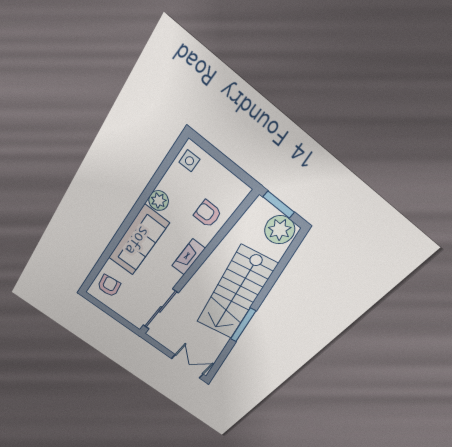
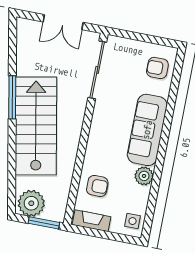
fireplace: (188, 257) -> (92, 221), moved, turned -90
armchair: (109, 286) -> (157, 68), turned 97
double door: (187, 366) -> (63, 22), moved

